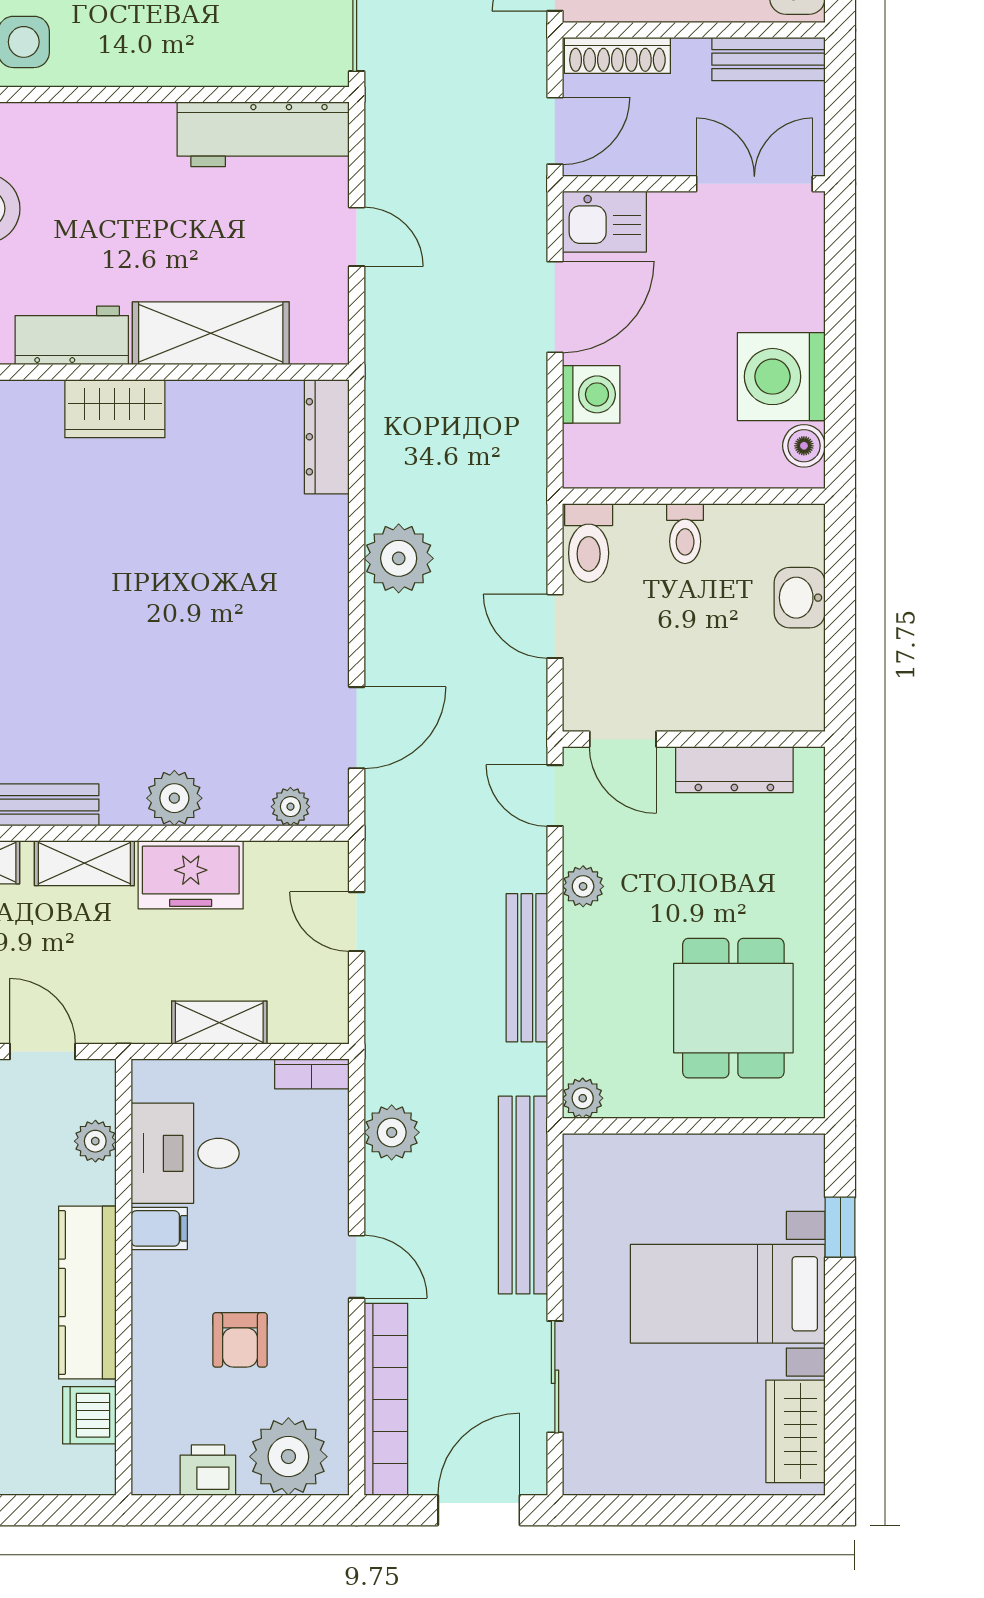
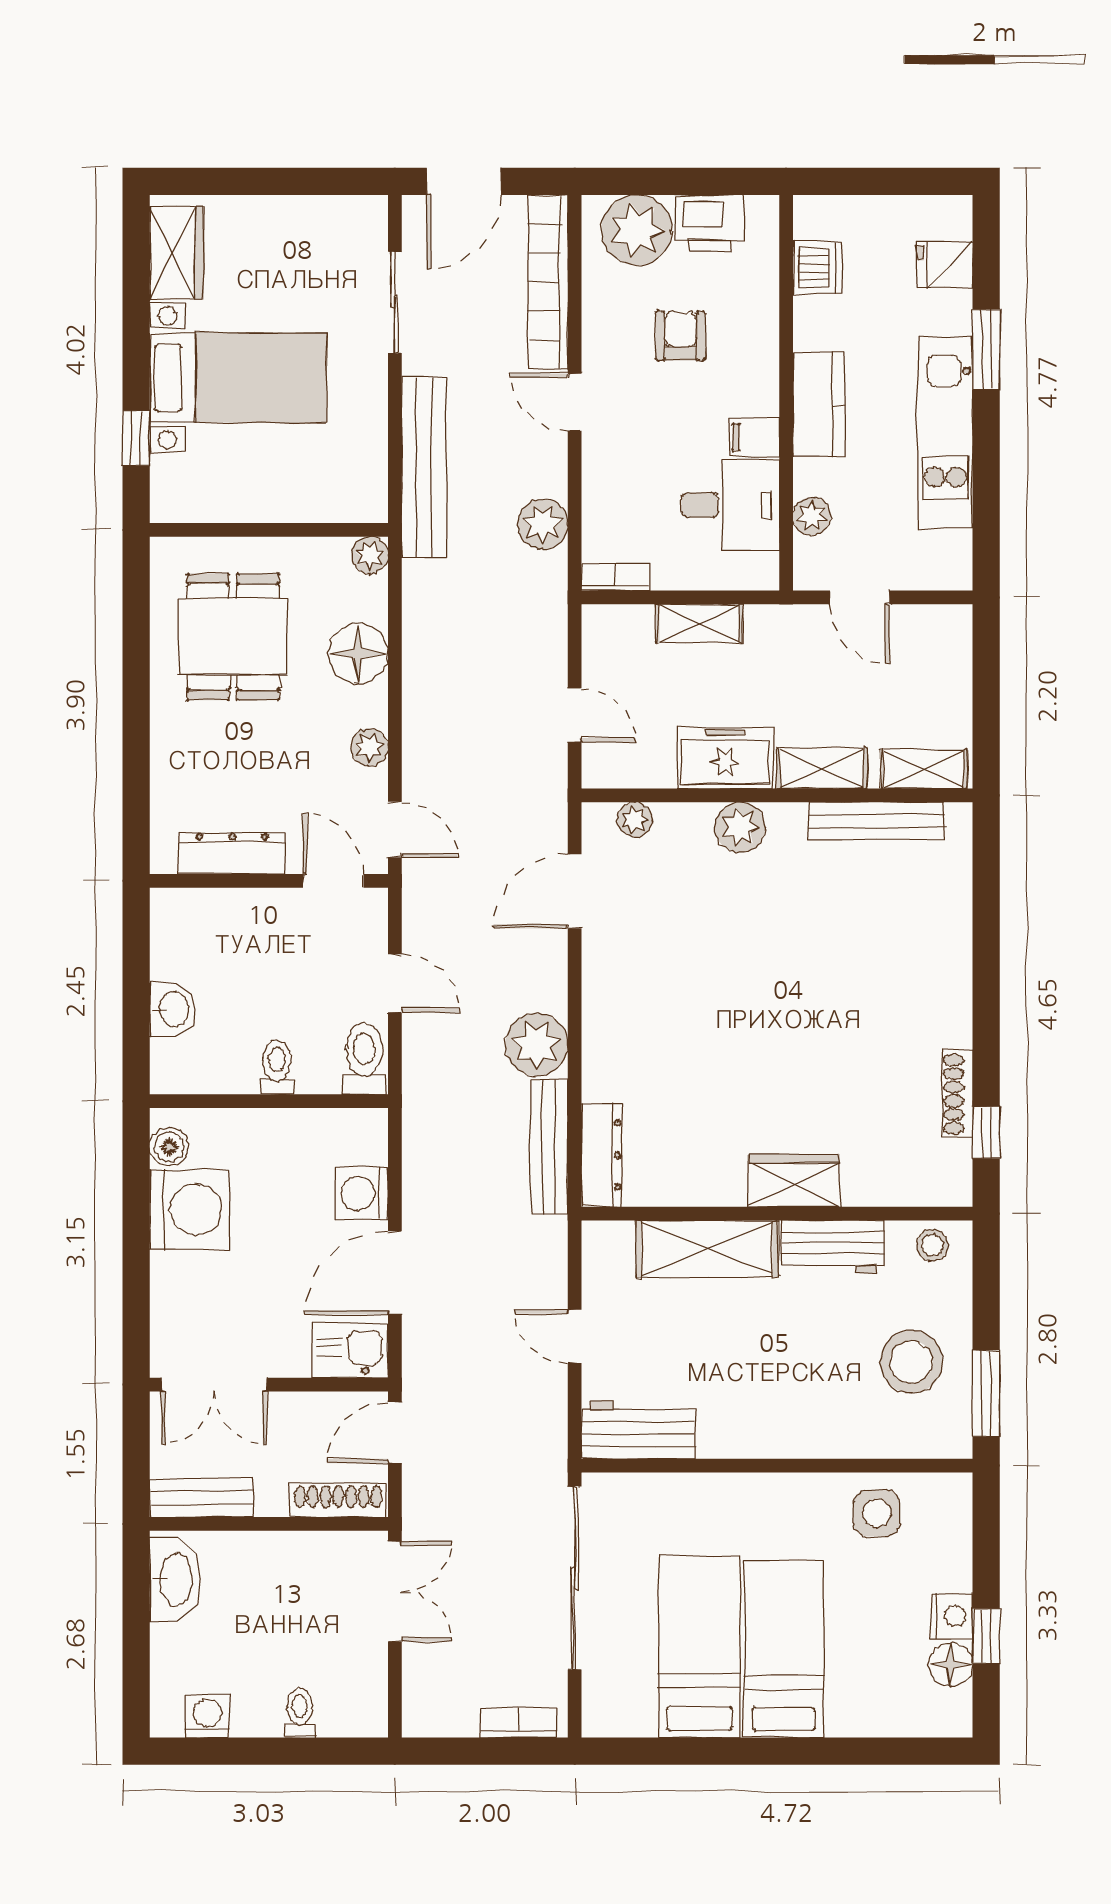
workbench: (263, 134) -> (638, 1429), width x0.73
bench: (527, 968) -> (549, 1147), moved
floor lamp: (595, 990) -> (358, 653), added
kitchen counter: (87, 1293) -> (819, 405), width x0.67
printer: (208, 1470) -> (710, 223), width x1.36, depth x1.24

